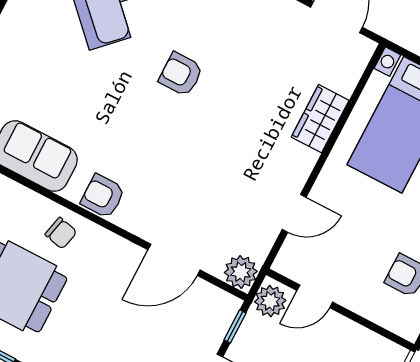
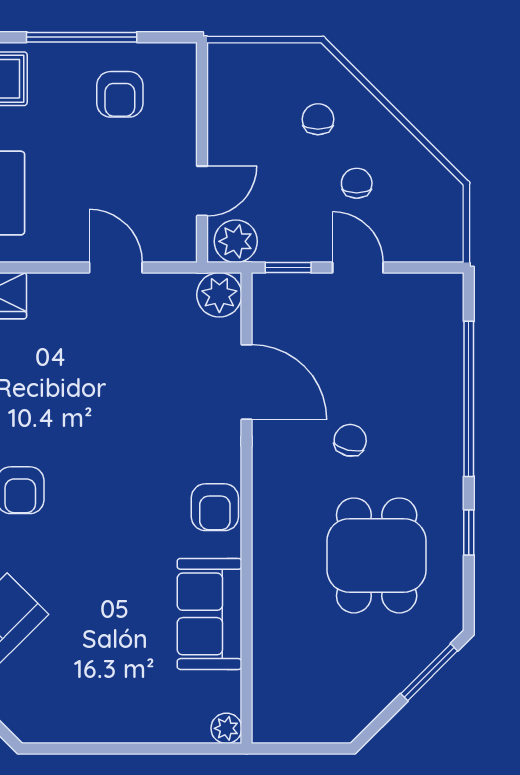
chair: (61, 233) -> (350, 440), moved
door: (315, 296) -> (202, 191), hinge flipped

